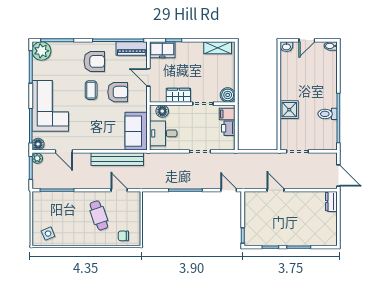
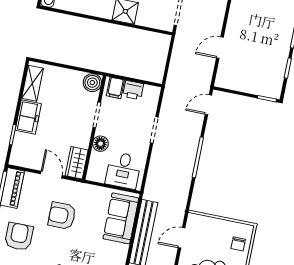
freezer: (162, 50) -> (28, 117), moved
door: (148, 77) -> (51, 175), swing flipped
coffee table: (91, 90) -> (53, 247), removed
armchair: (118, 92) -> (62, 216), turned -90
wardrobe: (178, 95) -> (77, 163), moved
floor lamp: (162, 111) -> (100, 144), moved
sofa: (136, 131) -> (121, 218), moved, turned 90

